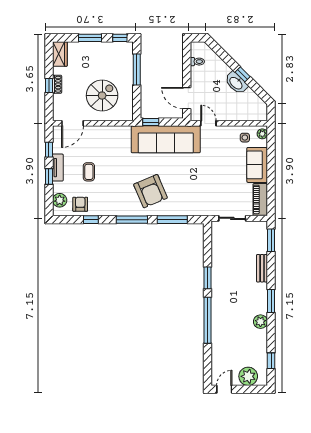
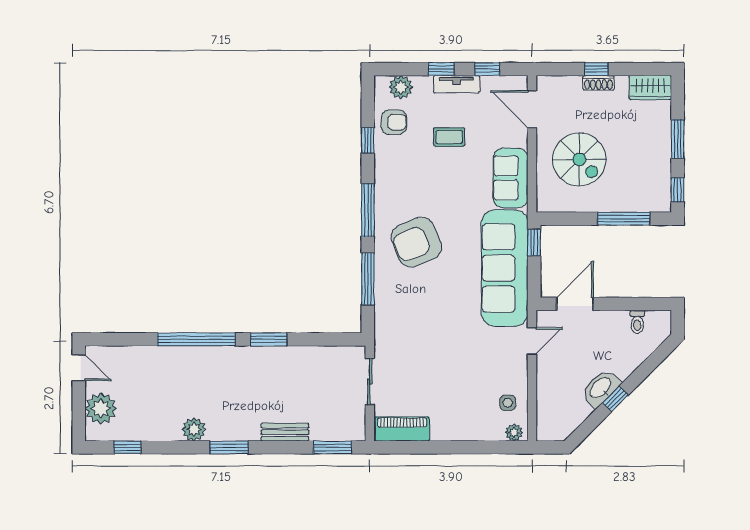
sofa: (257, 165) -> (511, 178), moved, turned -90

